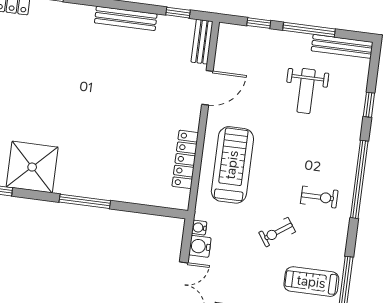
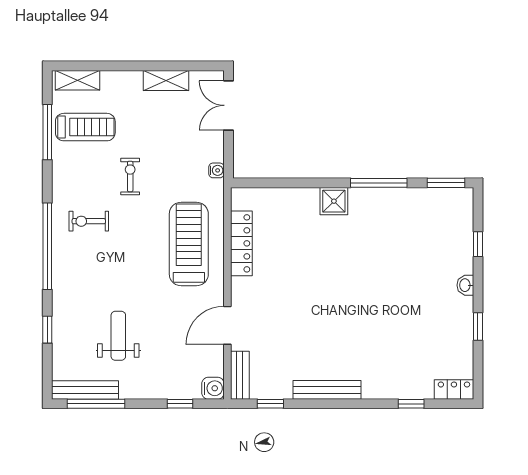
window: (309, 30) -> (96, 404), moved
treadmill: (232, 165) -> (189, 244), turned 180
shower: (32, 167) -> (334, 201), moved, width x0.54, depth x0.54
window: (85, 201) -> (379, 183), moved
exercise bike: (277, 232) -> (130, 176), turned -55
water cooler: (200, 246) -> (213, 388), moved

